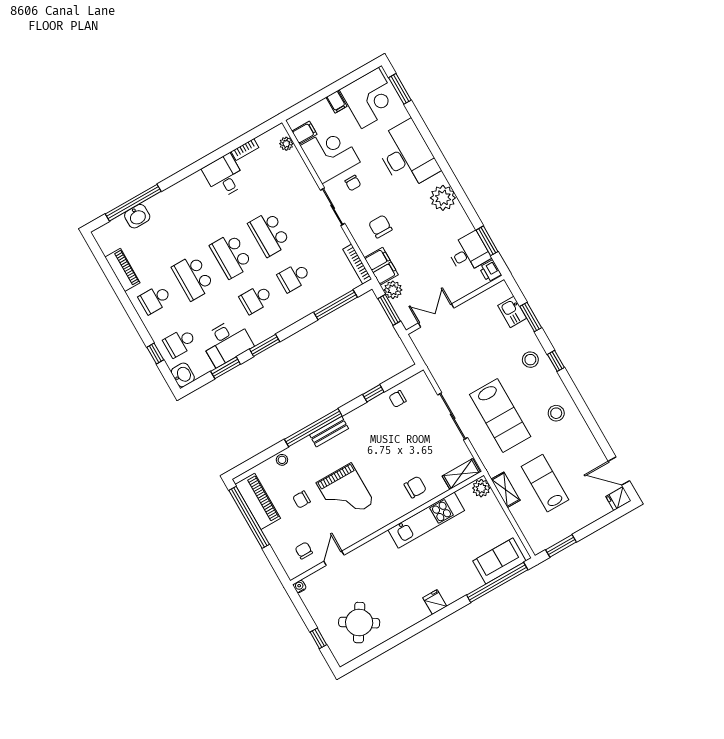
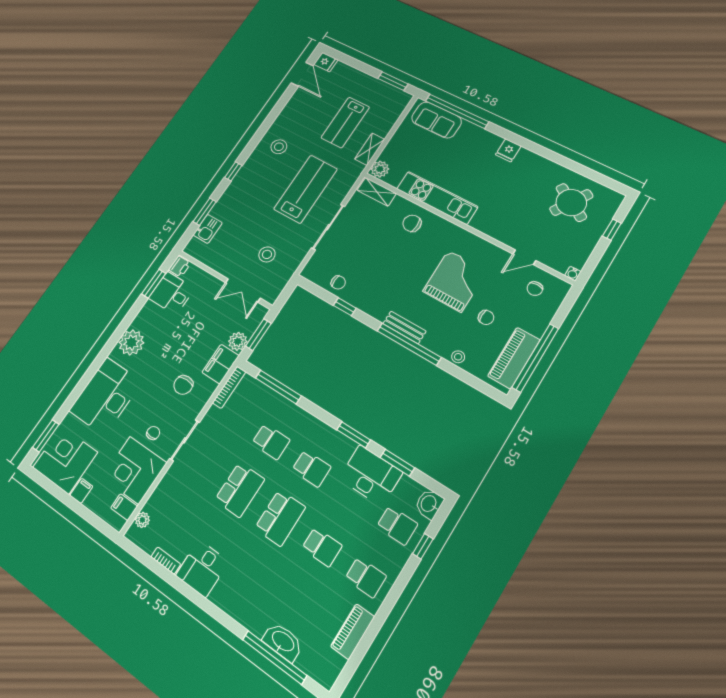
washbasin: (137, 216) -> (283, 642), width x1.38
school desk: (193, 277) -> (322, 547), width x0.54
stool: (530, 360) -> (267, 254), moved

